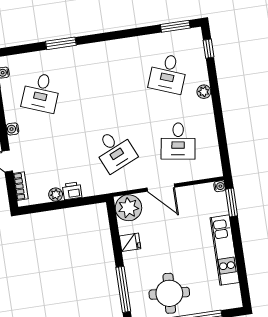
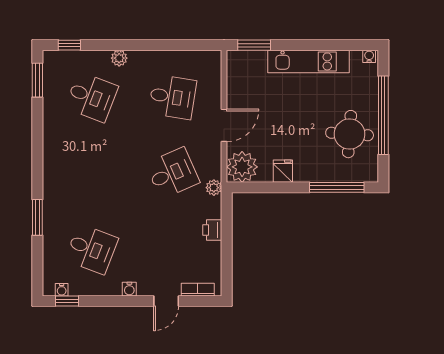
water cooler: (220, 186) -> (369, 56), moved
plant: (56, 195) -> (214, 188), moved

